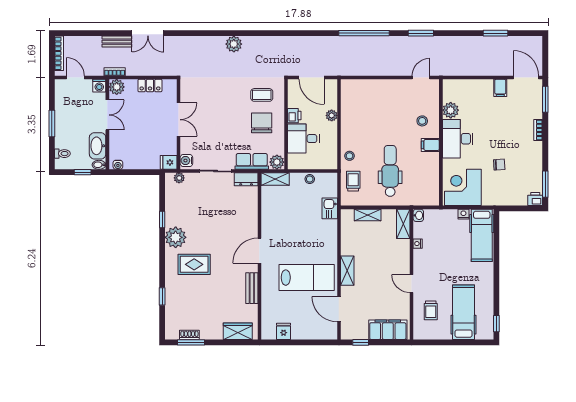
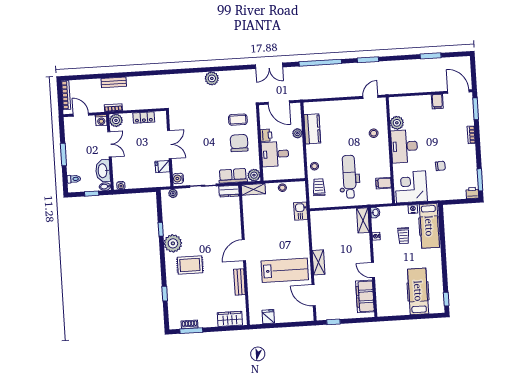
double door: (148, 33) -> (269, 66), moved
kitchen counter: (350, 111) -> (312, 129), added
filing cabinet: (430, 145) -> (384, 183), moved
fridge: (169, 162) -> (162, 167), moved
shelving: (368, 215) -> (333, 215), removed
trolley: (431, 310) -> (404, 236), moved
filing cabinet: (388, 330) -> (365, 296), moved, turned -90

